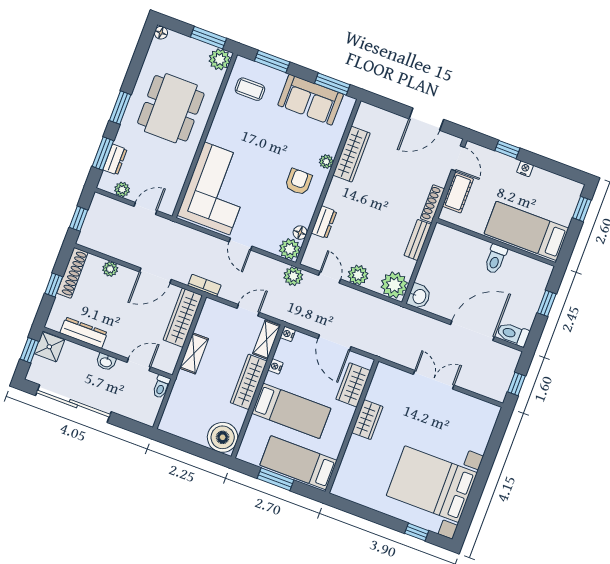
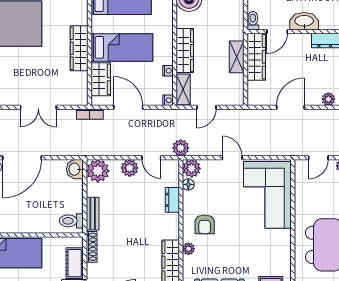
toilet: (496, 259) -> (71, 221), moved, turned -90
bookcase: (204, 285) -> (90, 114), moved
wardrobe: (183, 318) -> (256, 57), moved
washbasin: (106, 362) -> (304, 21), width x1.91, depth x1.45
bed: (291, 411) -> (122, 47), moved, turned 180
wardrobe: (367, 420) -> (79, 48), width x1.50

